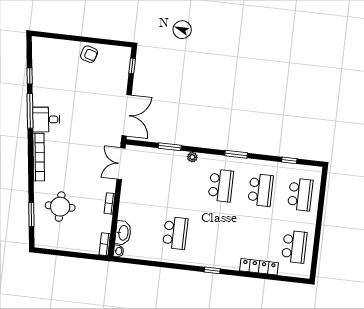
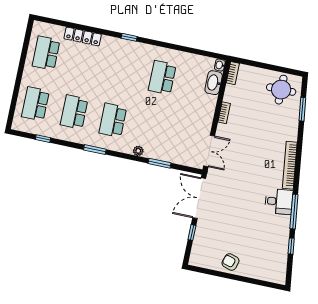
window: (132, 66) -> (192, 232), moved
round table: (60, 207) -> (281, 90), moved

